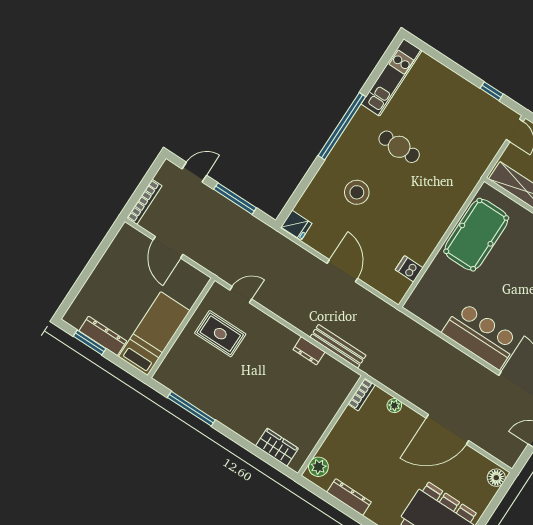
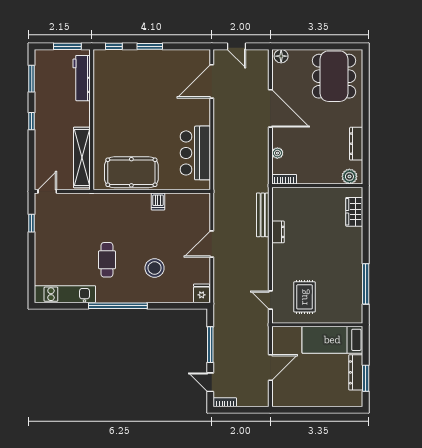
bookcase: (144, 202) -> (225, 402), moved, width x0.64
dishwasher: (409, 269) -> (158, 201), moved
bar counter: (481, 336) -> (195, 153), moved

